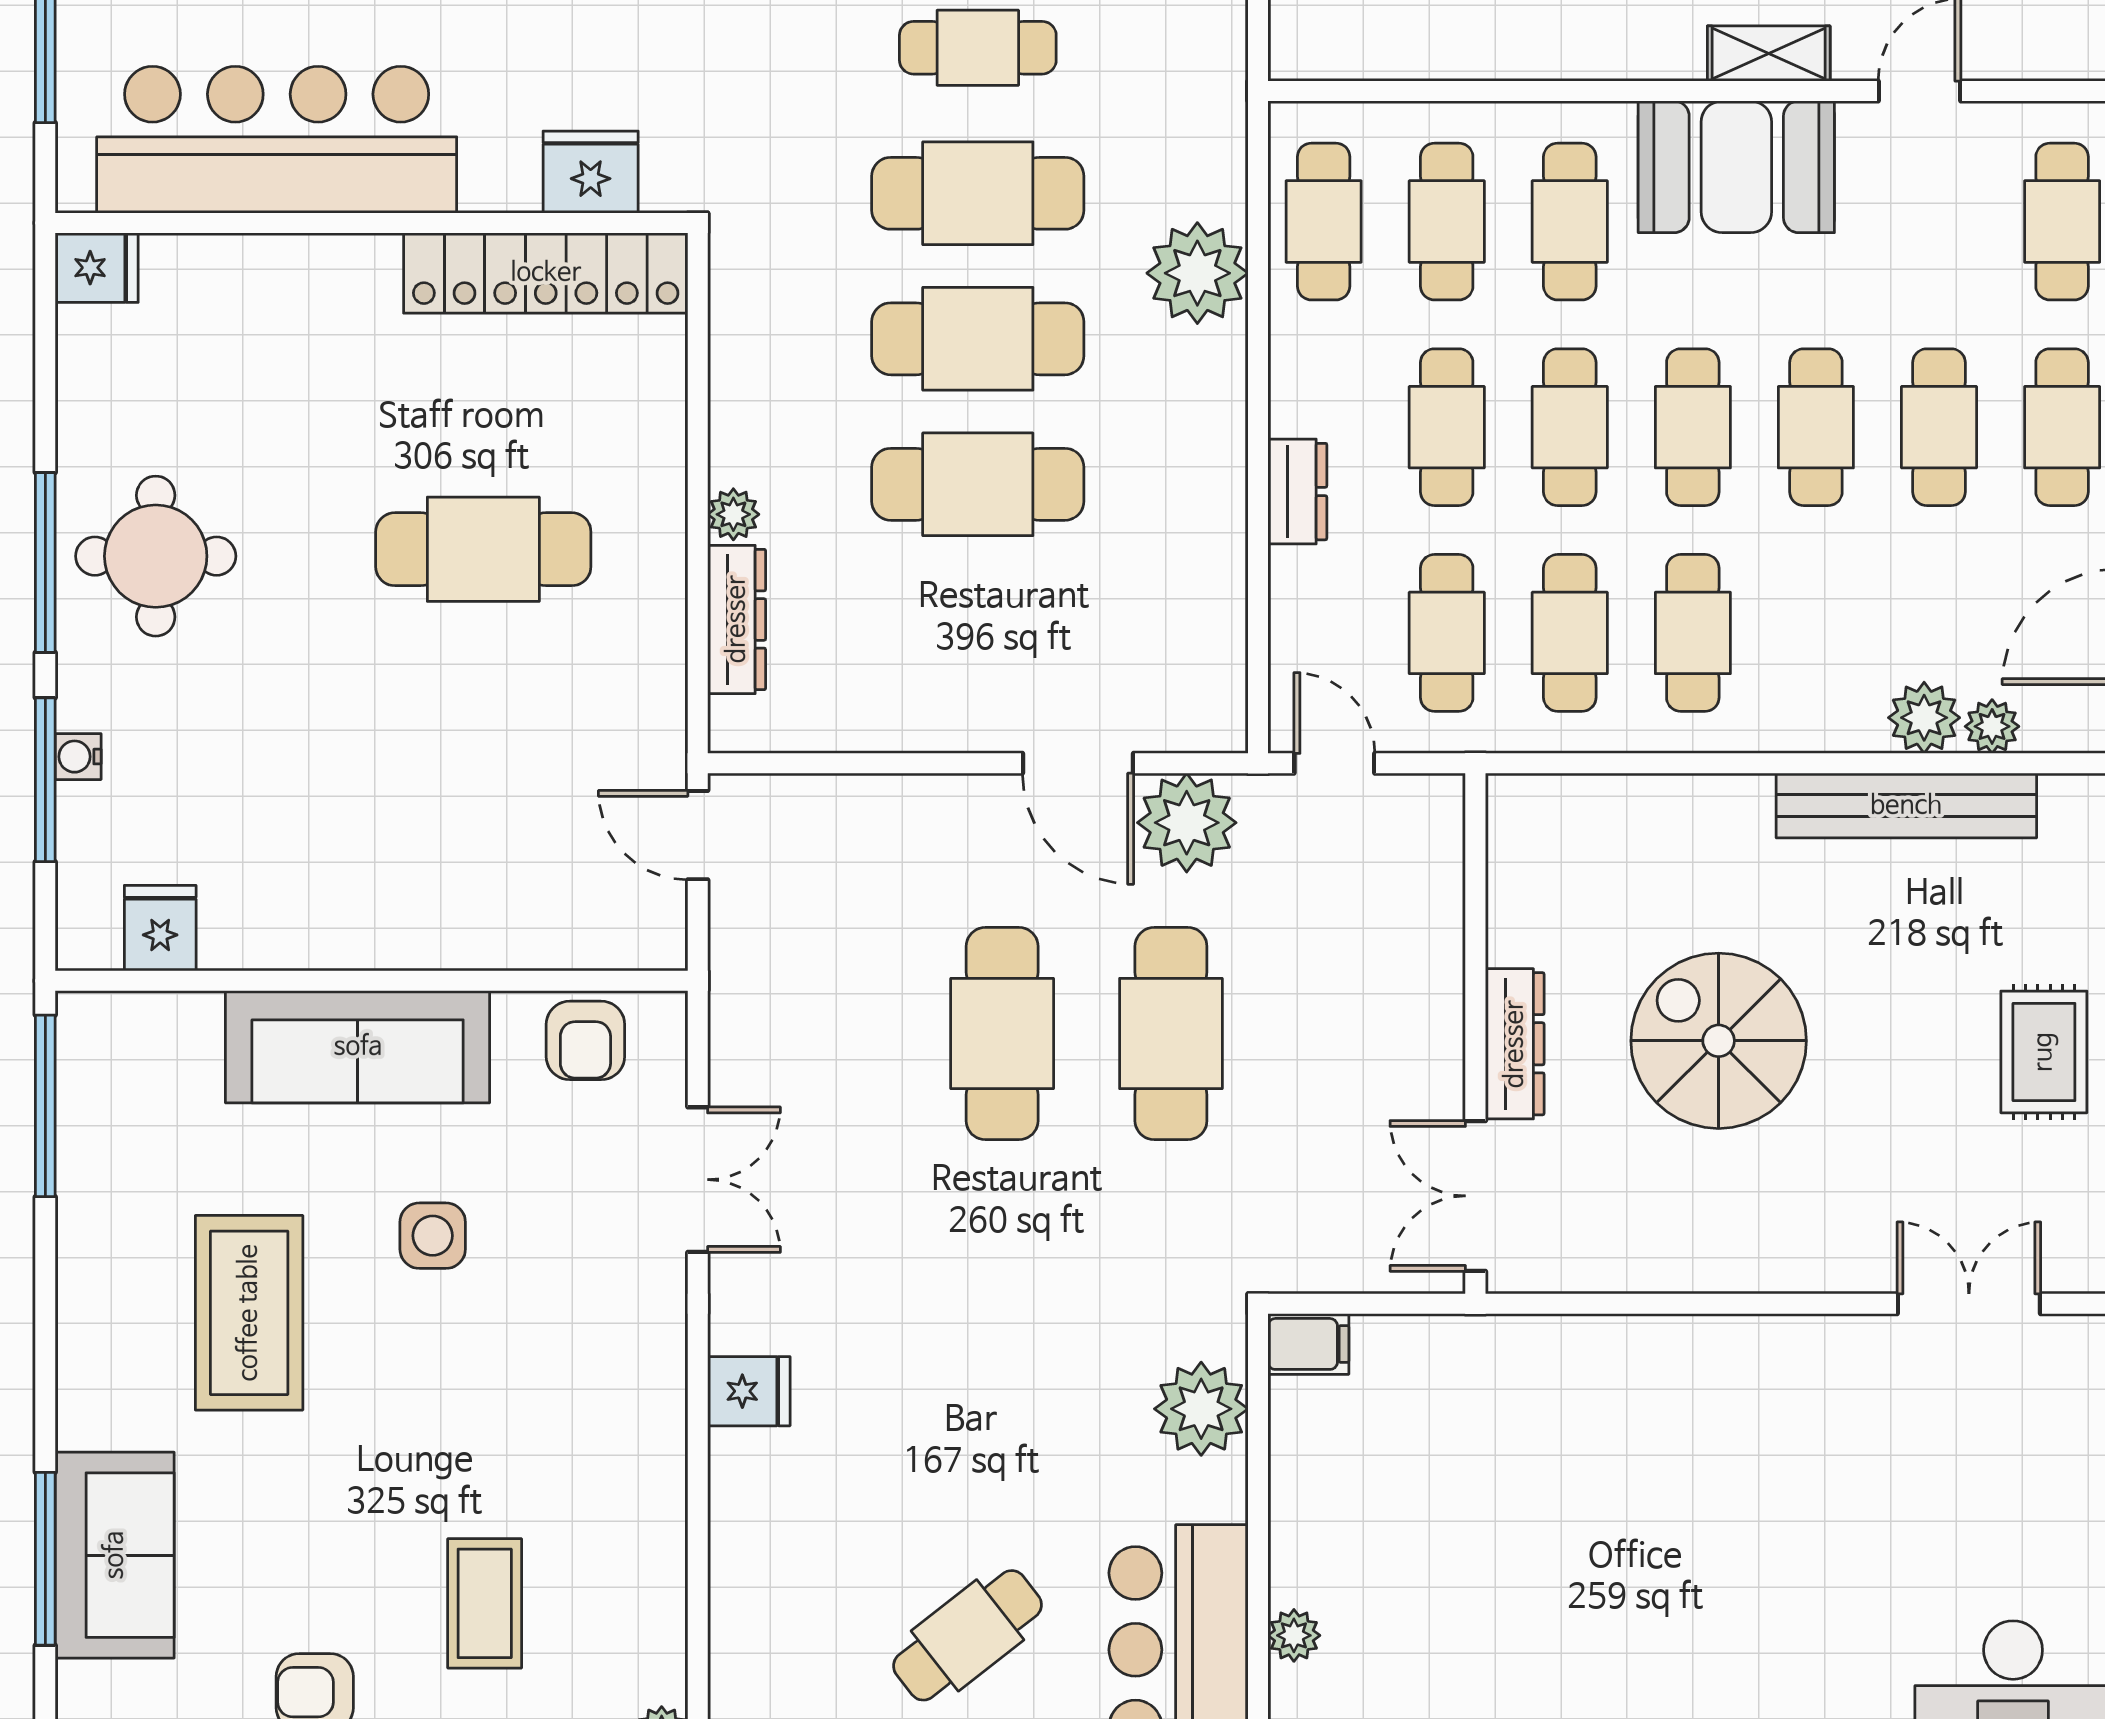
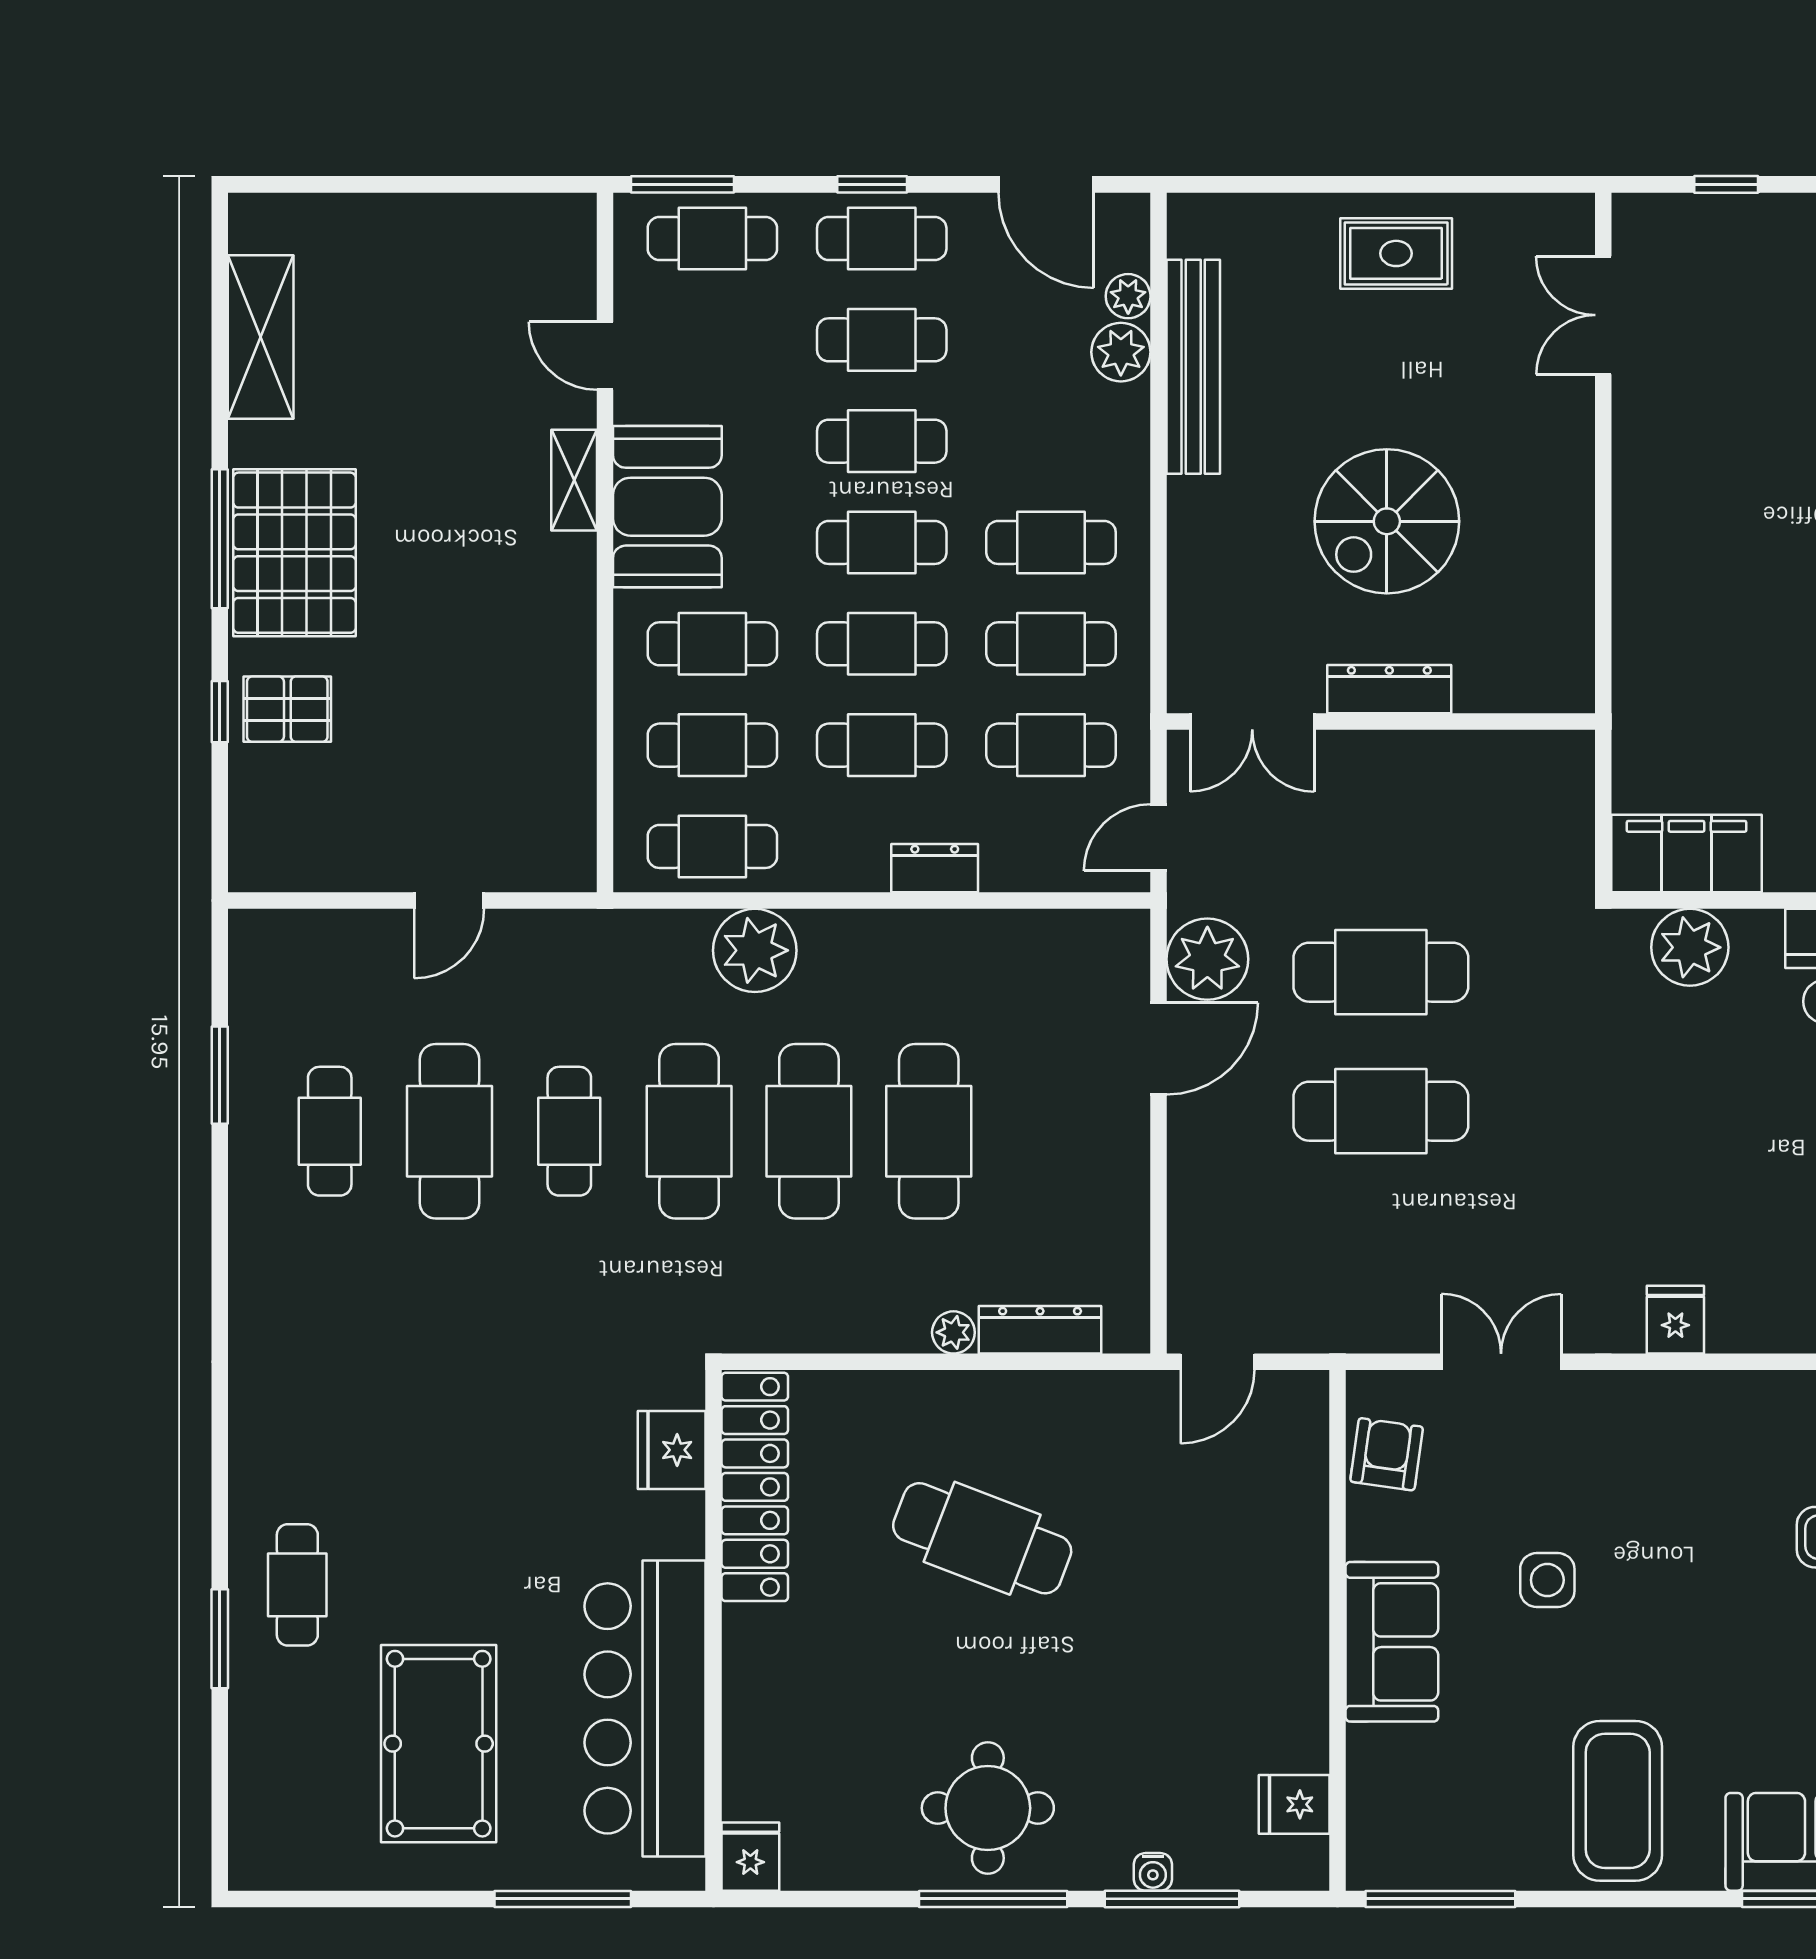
cafe table: (483, 549) -> (982, 1538), turned -69
armchair: (585, 1040) -> (1387, 1454), turned -82
sofa: (358, 1047) -> (1392, 1642), width x0.73
double door: (1475, 1196) -> (1252, 722), moved
coffee table: (249, 1313) -> (1618, 1801), moved, turned 90
filing cabinet: (1308, 1344) -> (1687, 854), width x3.00, depth x1.17

